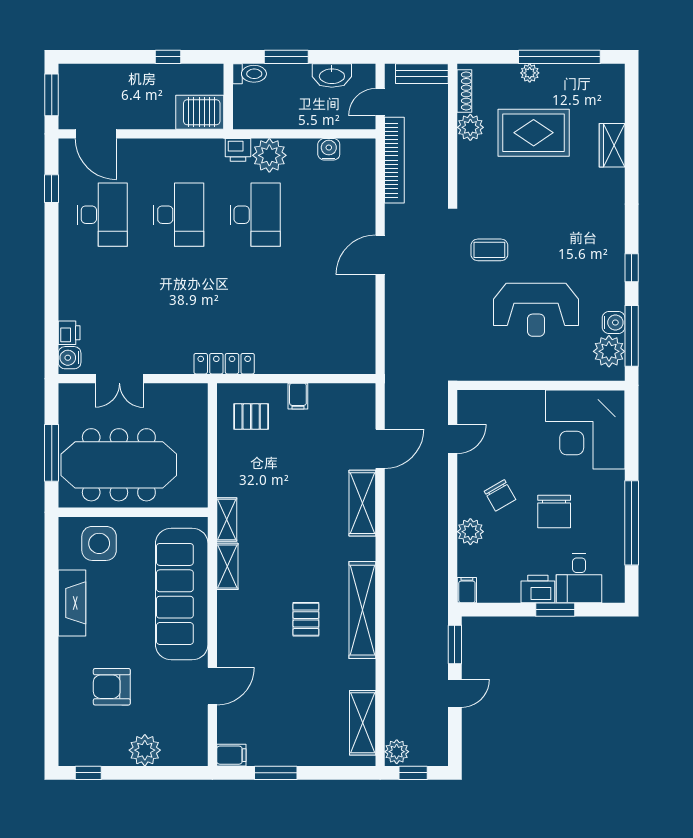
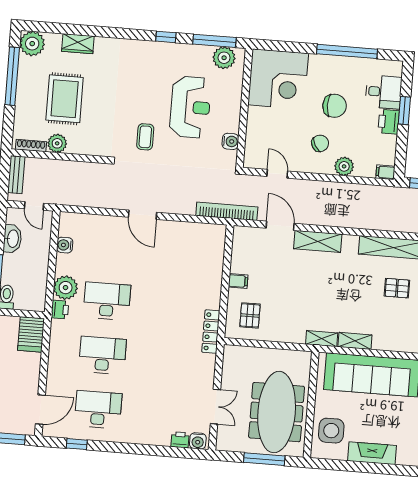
plant: (530, 73) -> (32, 44), moved, width x1.88, depth x1.88
bookcase: (394, 160) -> (227, 211), moved
water cooler: (614, 322) -> (230, 141), moved, turned 90

